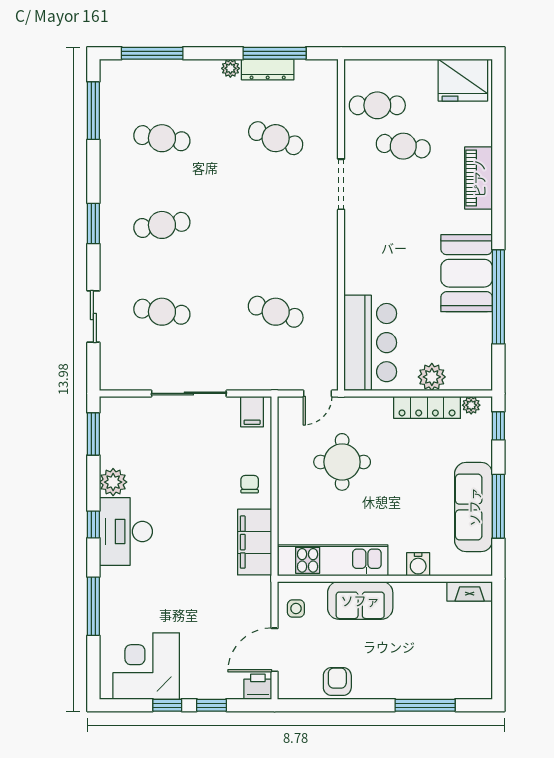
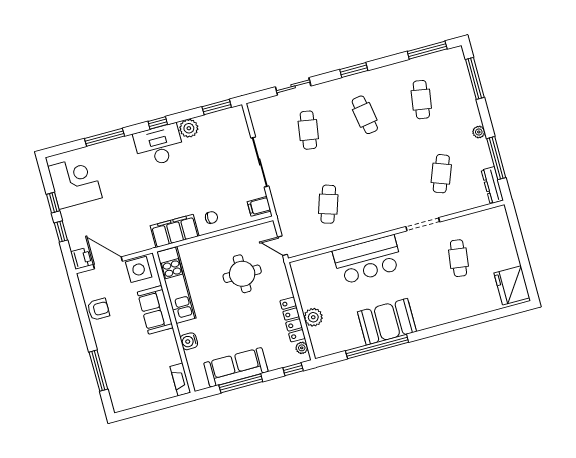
dresser: (268, 70) -> (492, 185), moved
cafe table: (377, 105) -> (481, 234), removed
piano: (479, 178) -> (451, 313), removed
bar counter: (370, 343) -> (368, 260), moved
side table: (296, 609) -> (139, 269), width x1.87, depth x1.87

